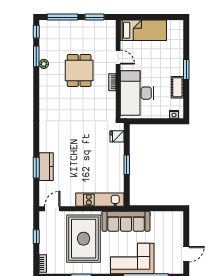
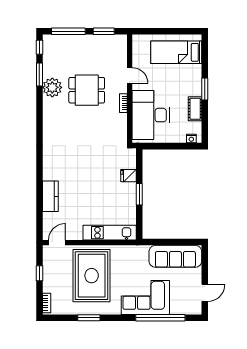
bed: (143, 30) -> (176, 52), moved, turned 180
plant: (44, 64) -> (52, 87), width x1.88, depth x1.88
dining table: (79, 70) -> (87, 90), turned 90
fridge: (117, 136) -> (128, 176), moved
window: (36, 168) -> (39, 197), removed
sofa: (126, 221) -> (175, 256), moved

